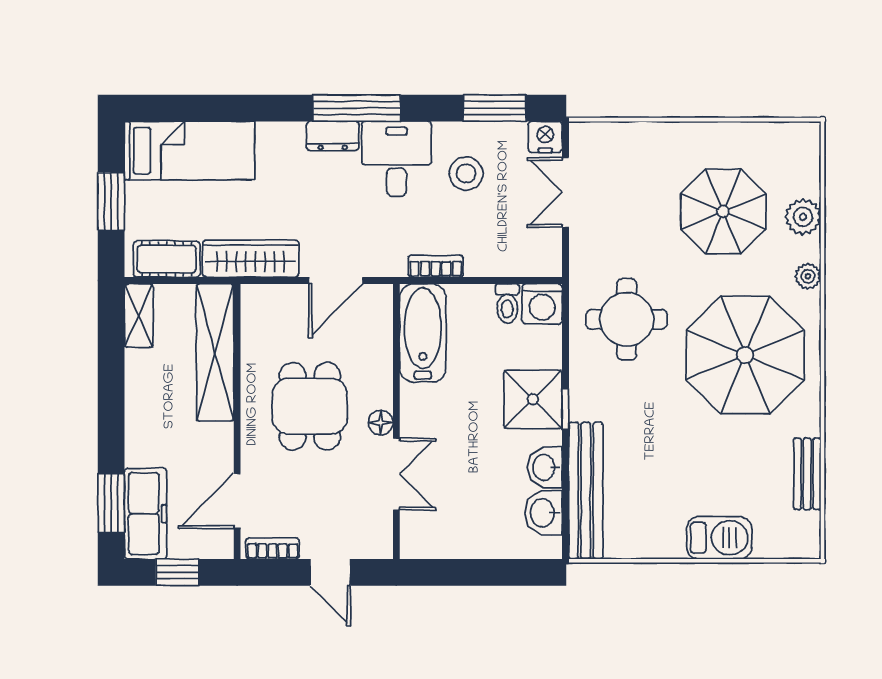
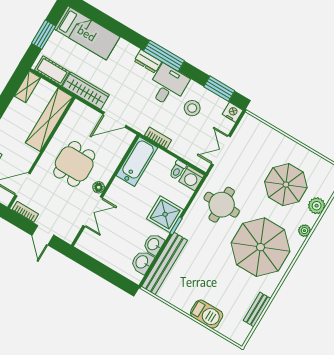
double door: (565, 192) -> (221, 150), moved

